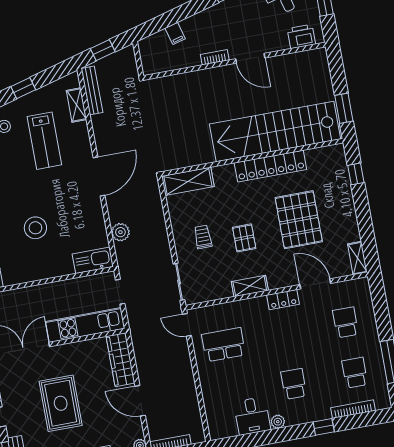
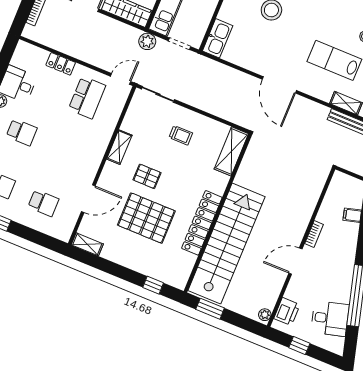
plant: (317, 55) -> (265, 315), added
plant: (120, 232) -> (147, 41), moved
pallet: (244, 238) -> (147, 176), moved
locker: (283, 300) -> (61, 64), moved, turned -90

